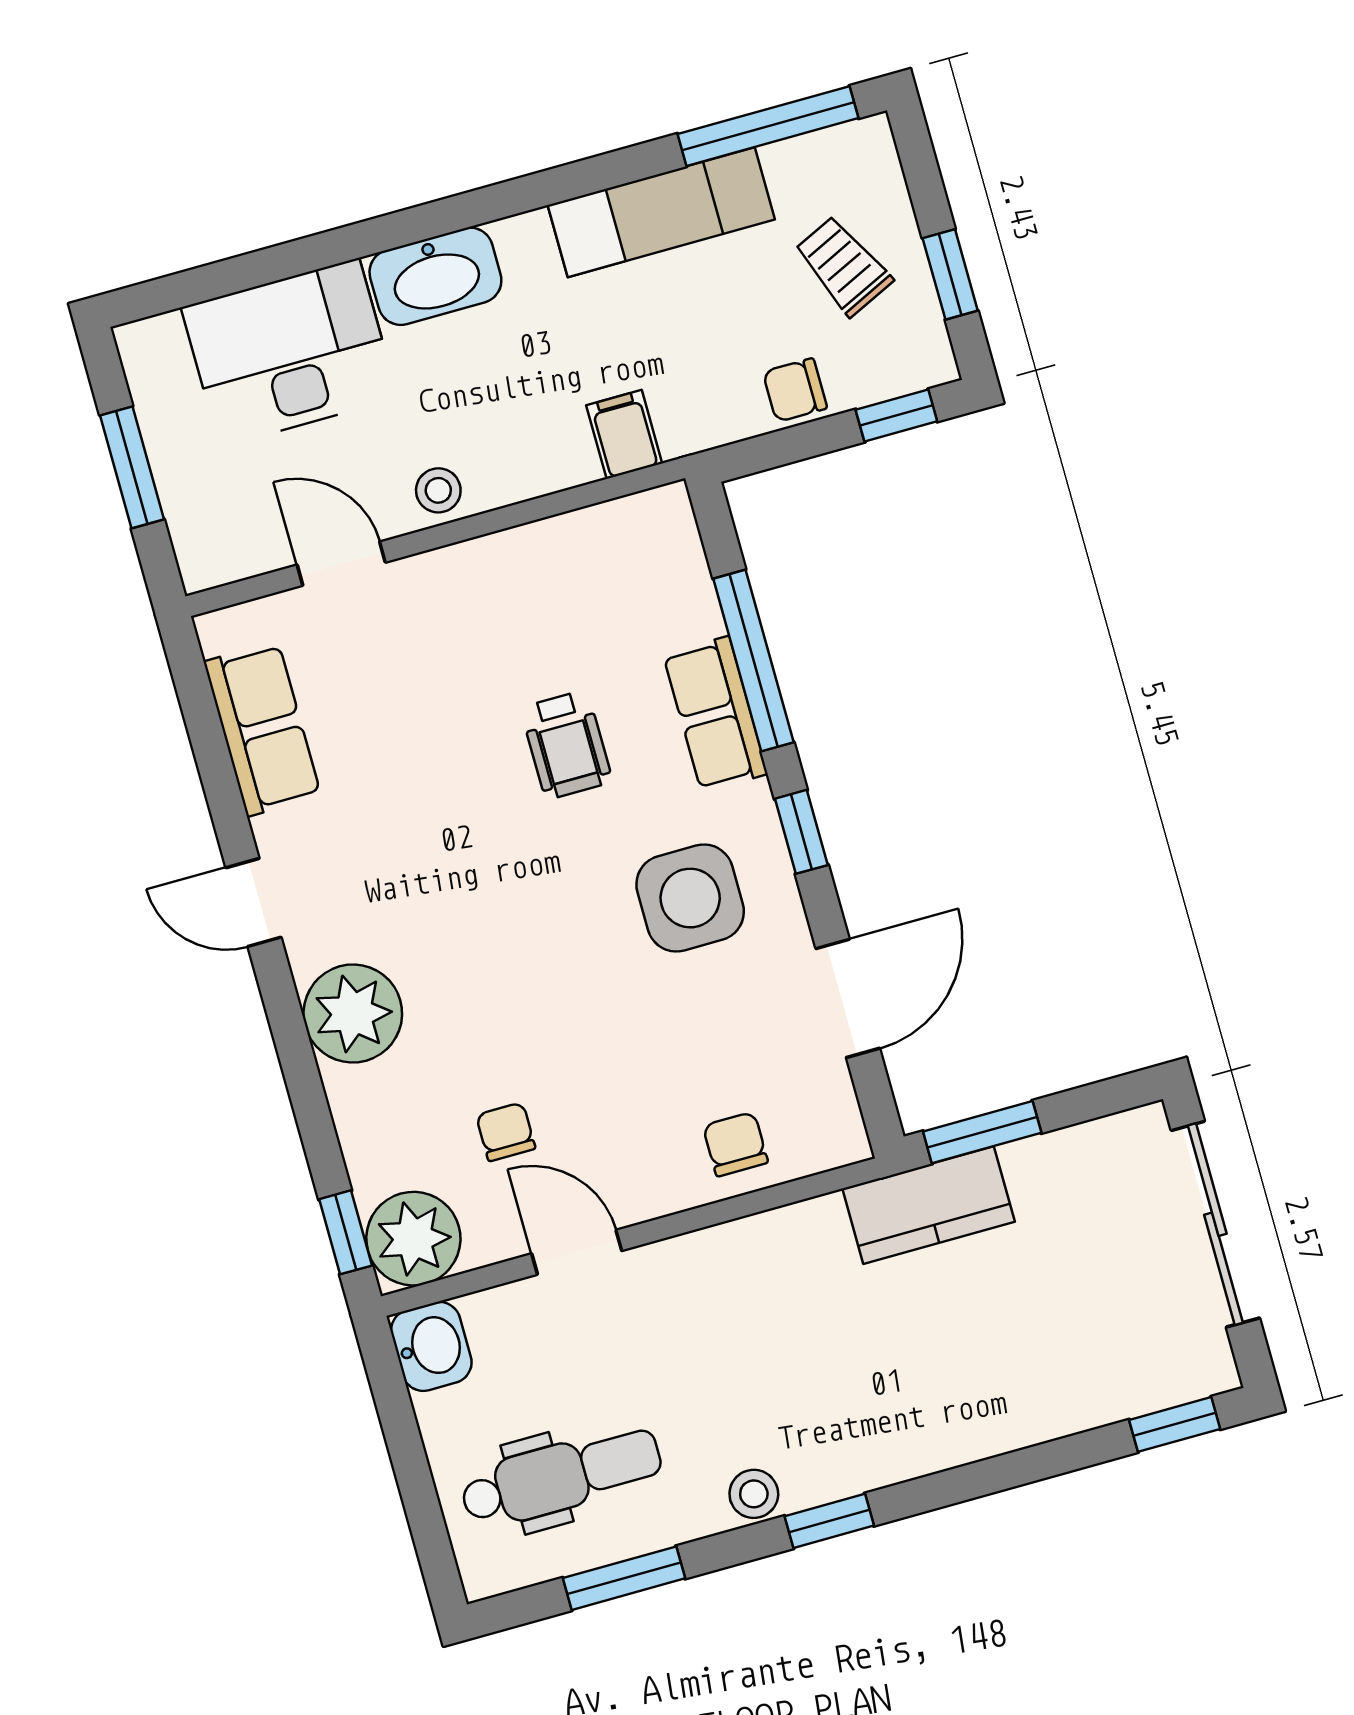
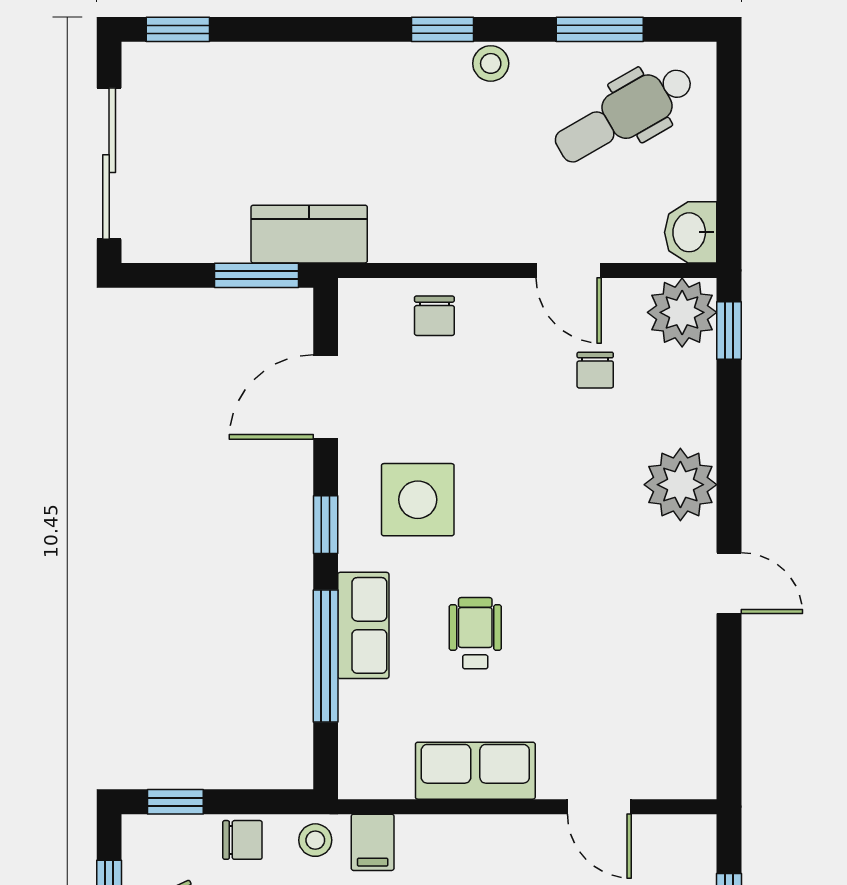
stool: (438, 490) -> (315, 840), moved
row of seats: (263, 729) -> (475, 771), moved, turned 90
dental chair: (561, 1477) -> (624, 114), turned -30

